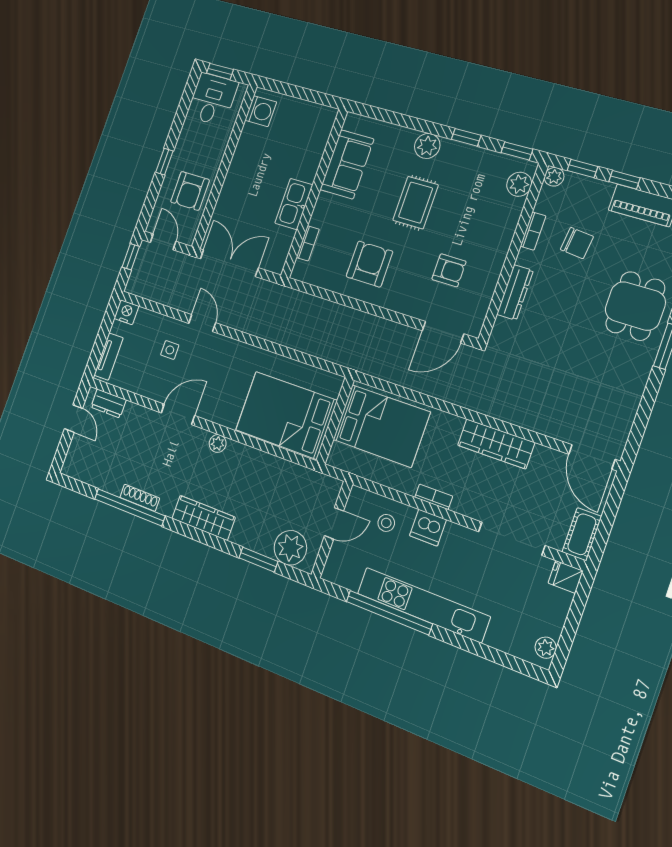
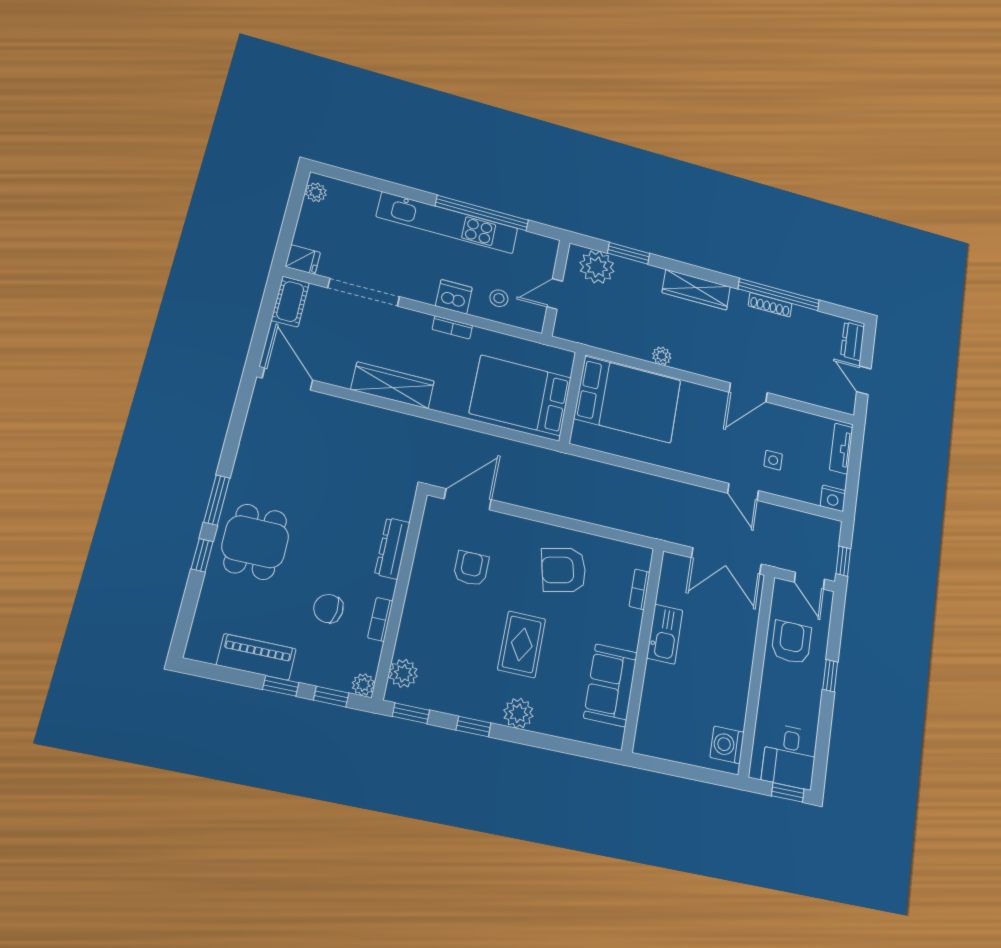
armchair: (369, 264) -> (564, 570), turned 77
armchair: (449, 270) -> (471, 568), turned 90
dresser: (108, 404) -> (853, 341), moved, turned -90
plant: (218, 443) -> (662, 356), moved

